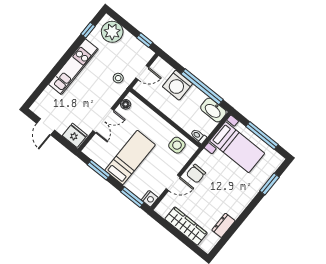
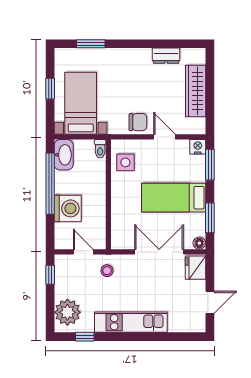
floor lamp: (126, 104) -> (199, 243), moved
double door: (103, 121) -> (159, 252), width x1.37
window: (262, 135) -> (50, 89), width x0.46

